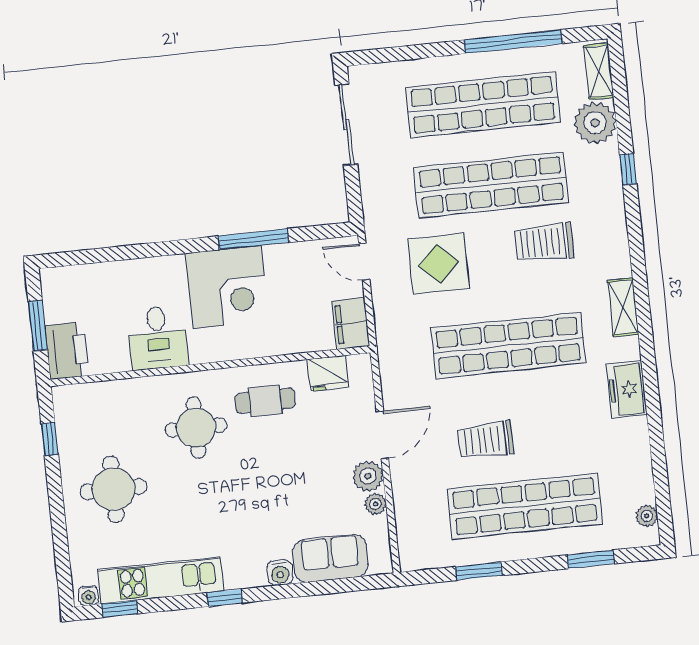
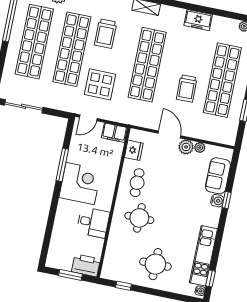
freezer: (627, 389) -> (198, 20), moved
window: (225, 598) -> (227, 200), moved

